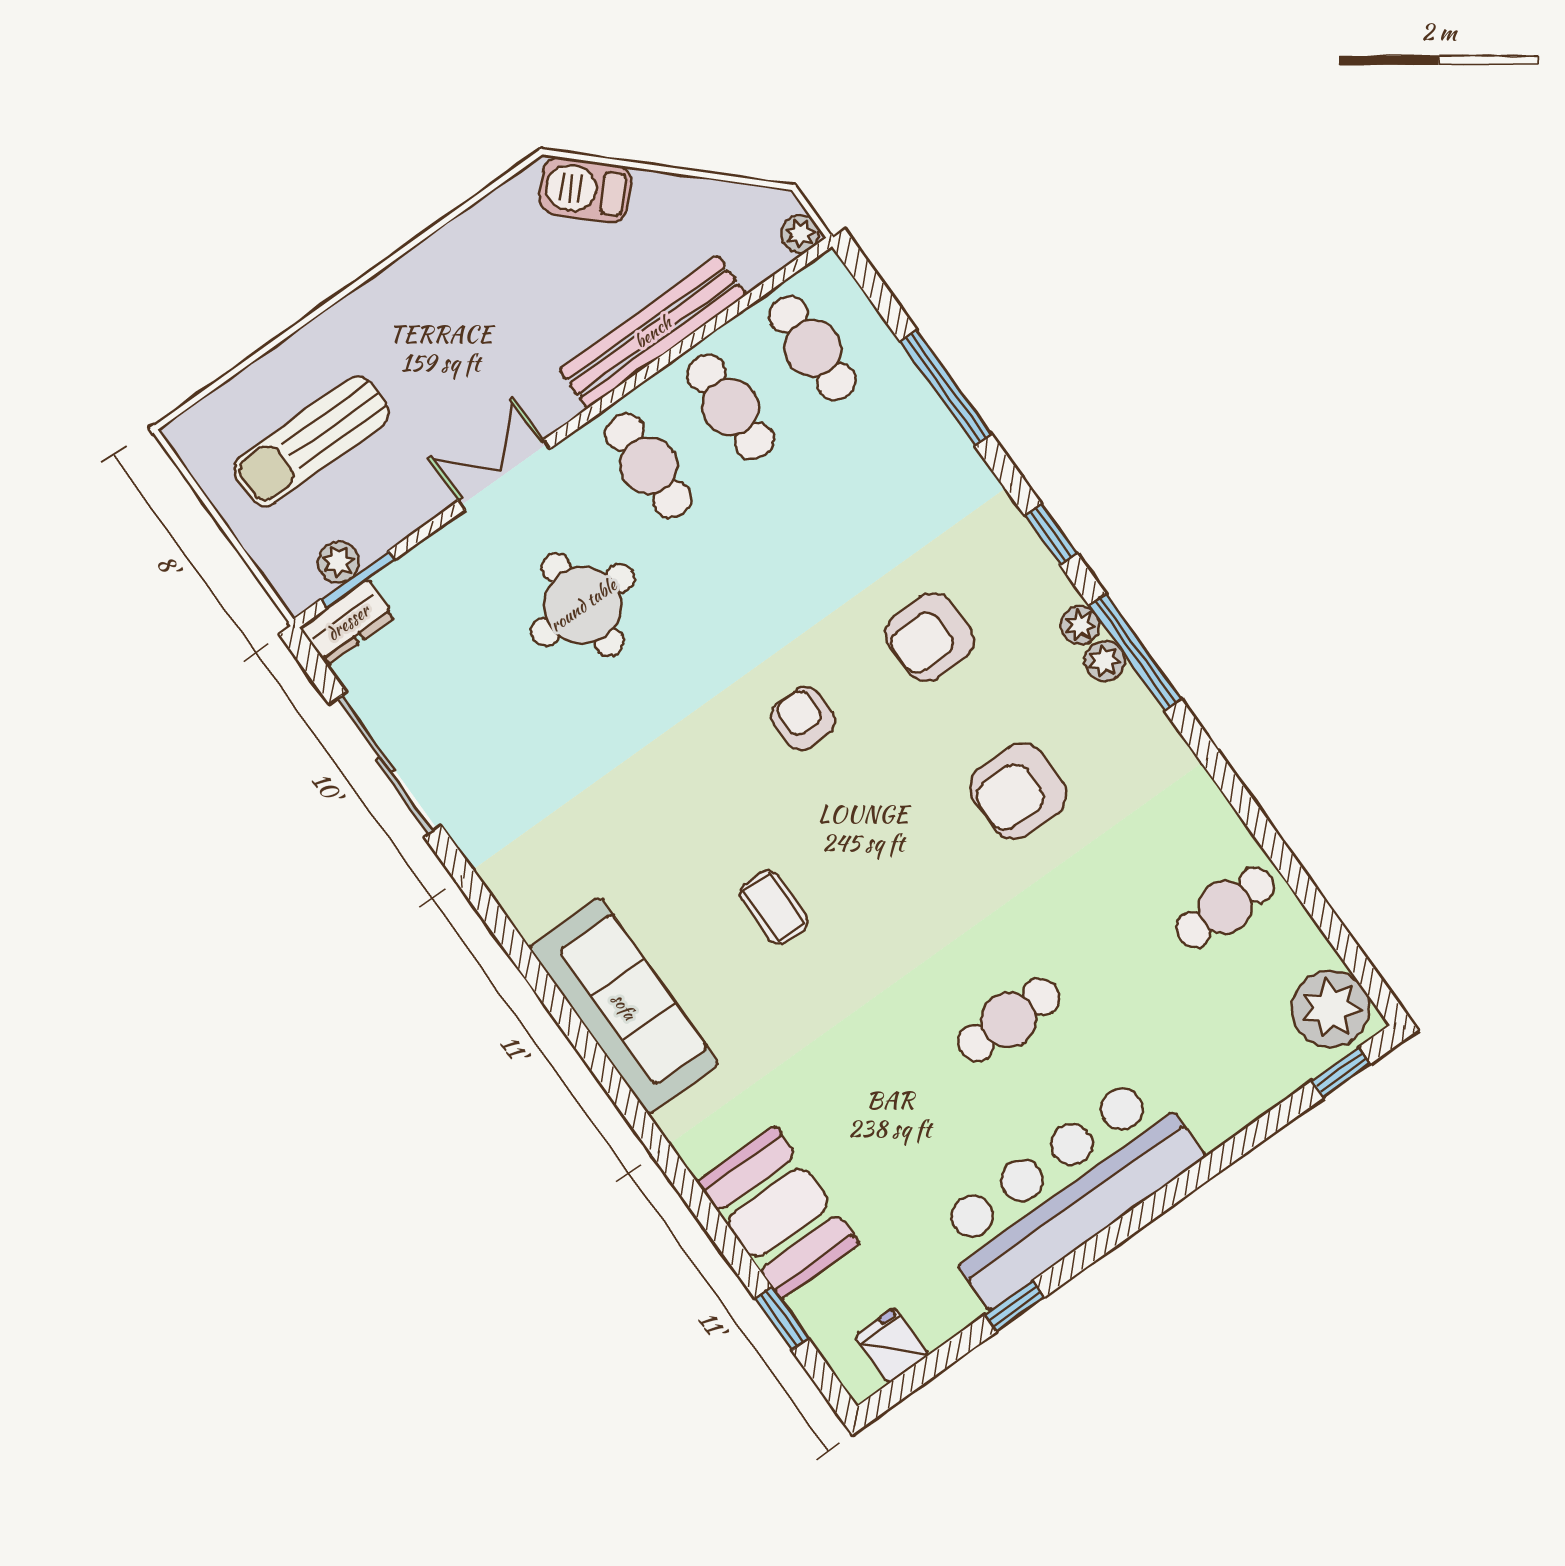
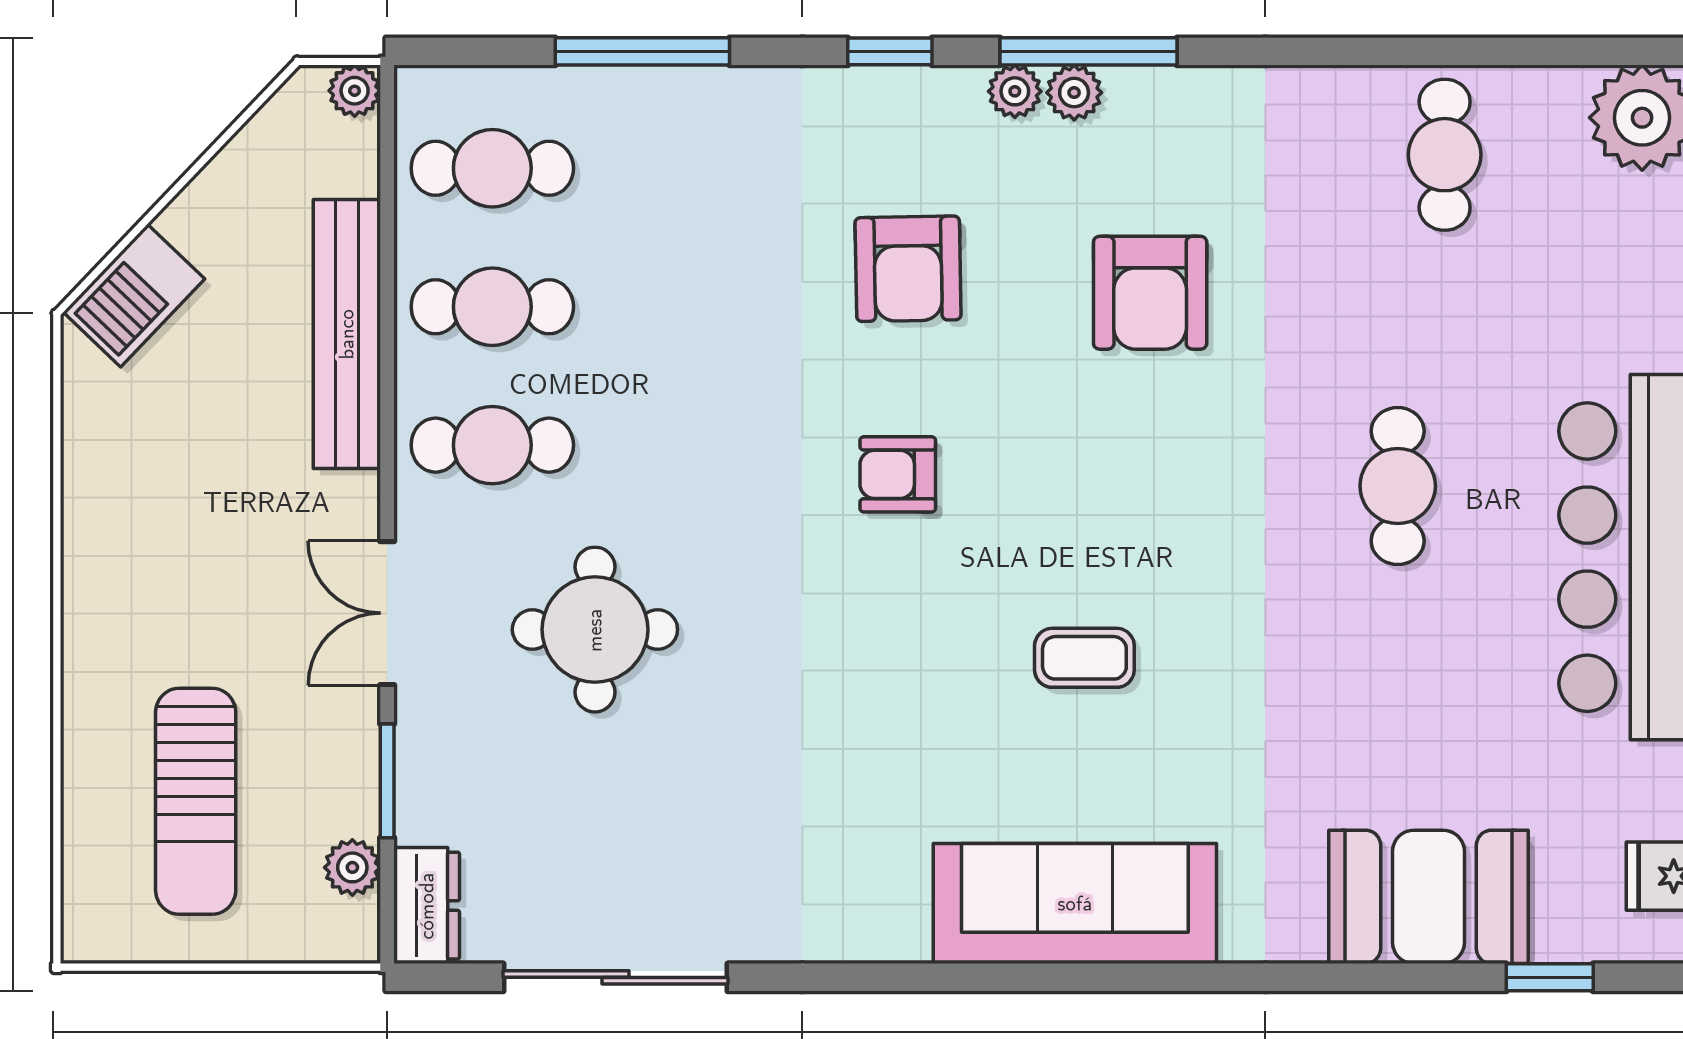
window: (358, 579) -> (387, 781), moved

